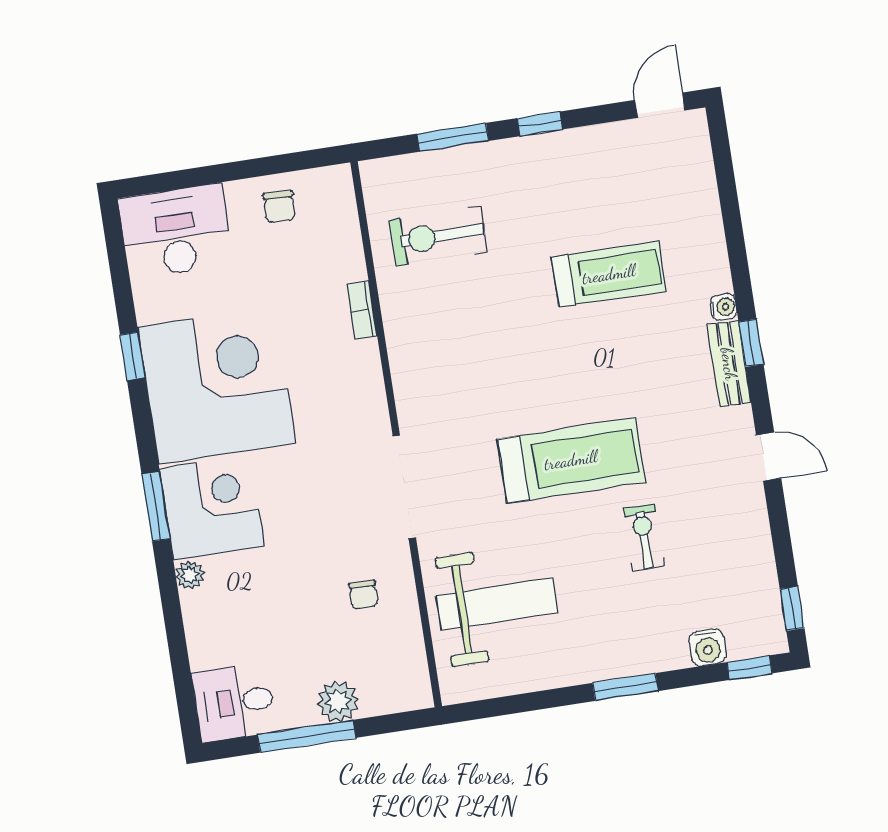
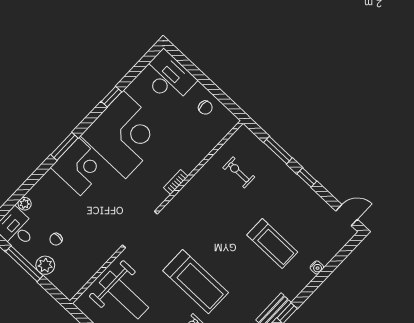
chair: (279, 207) -> (205, 108), turned -91
exercise bike: (438, 236) -> (239, 172), width x0.73, depth x0.72
water cooler: (724, 307) -> (317, 267), moved
bookcase: (362, 310) -> (176, 182), moved
plant: (190, 575) -> (25, 204), moved
chair: (363, 595) -> (56, 239), moved

